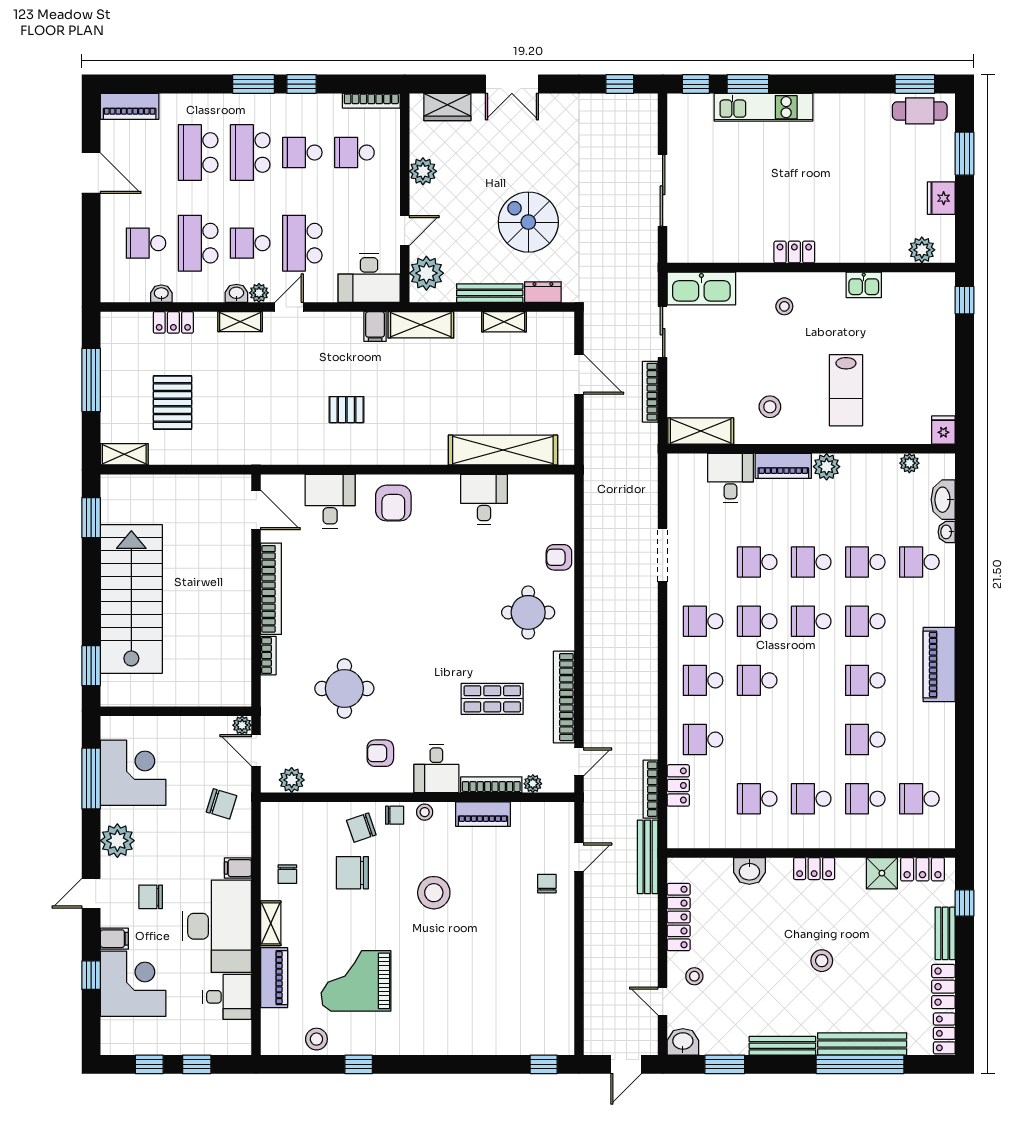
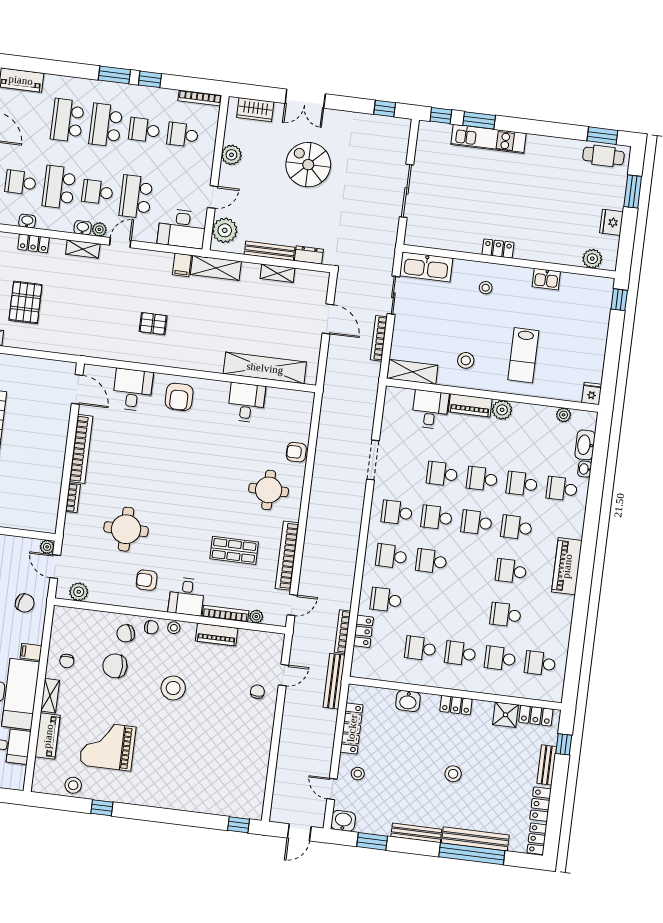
spiral stairs: (528, 222) -> (308, 165), moved

